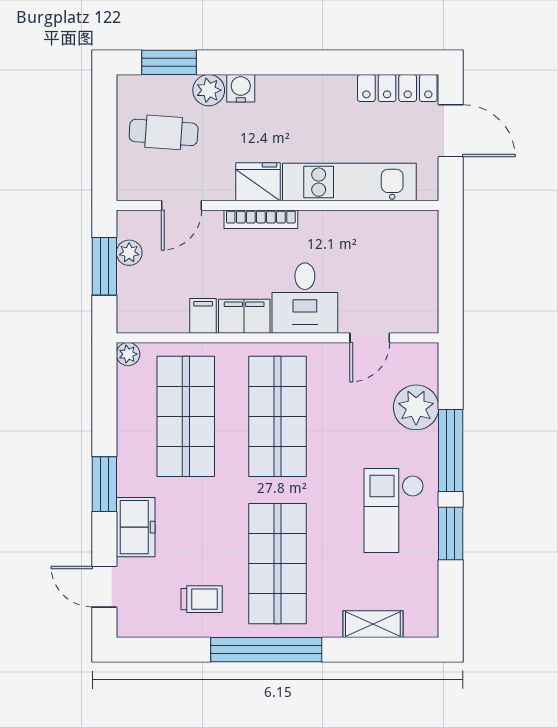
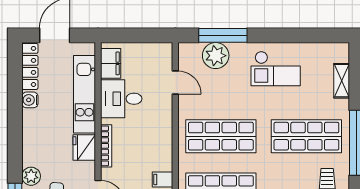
water cooler: (241, 88) -> (30, 100), moved
desk: (305, 298) -> (121, 99), moved, turned 180
filing cabinet: (244, 316) -> (111, 63), moved, turned 180
window: (451, 450) -> (223, 35), moved
window: (451, 533) -> (289, 35), removed

